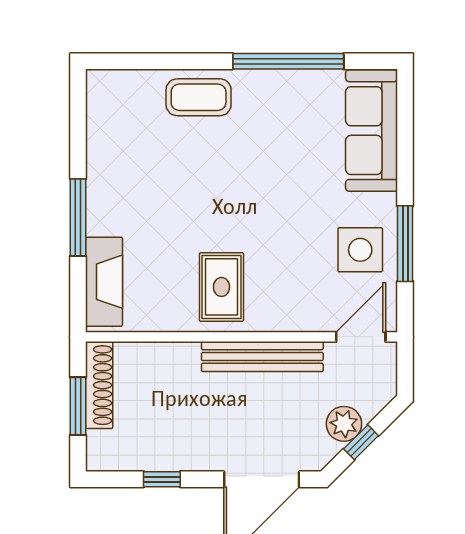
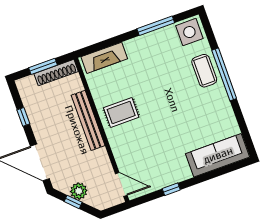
window: (288, 61) -> (224, 74), moved
window: (78, 217) -> (156, 26), moved
window: (405, 244) -> (171, 189), width x0.46
side table: (360, 250) -> (189, 32), moved
bench: (262, 357) -> (88, 120), moved

